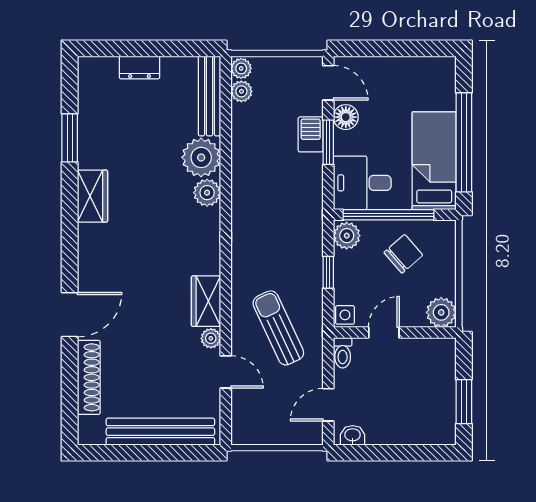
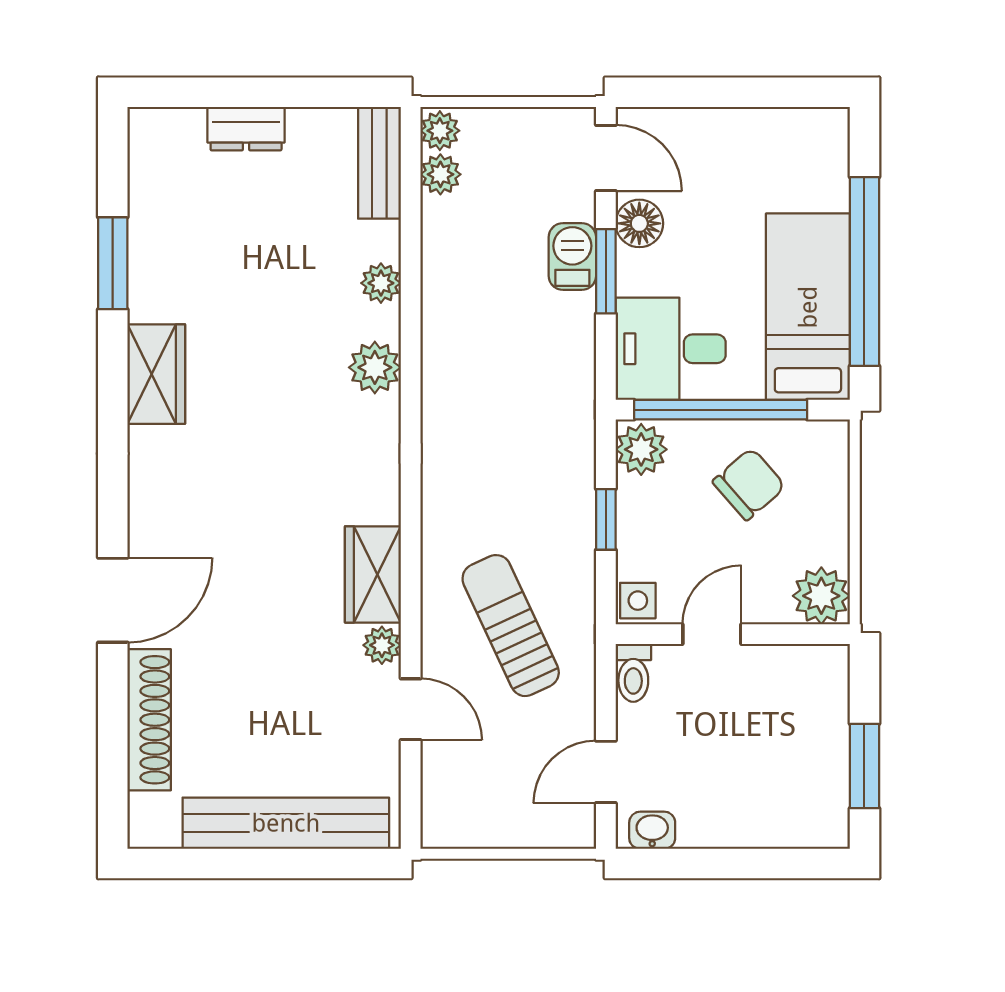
bench: (209, 96) -> (379, 163), width x0.73
plant: (201, 157) -> (381, 283), width x0.53, depth x0.53

